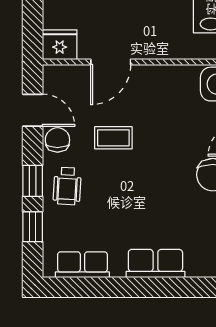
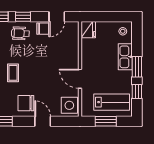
door: (111, 62) -> (80, 79), moved
coffee table: (113, 138) -> (13, 73), moved

